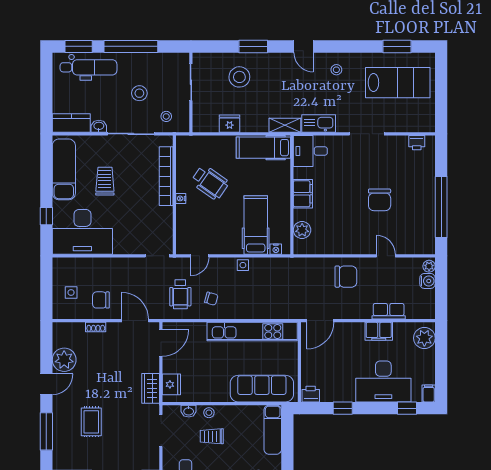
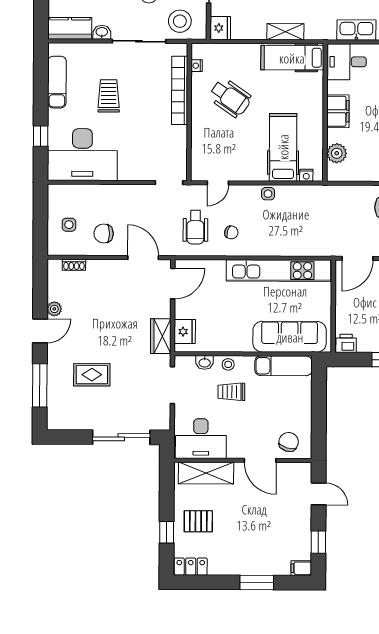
stool: (166, 116) -> (180, 21), width x1.89, depth x1.89
fridge: (230, 124) -> (220, 28), moved, turned 90
shelving: (285, 125) -> (285, 32), moved
exam couch: (64, 169) -> (57, 82), width x0.73, depth x0.69
nightstand: (181, 198) -> (197, 66), moved
shoe rack: (96, 327) -> (74, 265), moved
plant: (64, 360) -> (54, 309), width x0.53, depth x0.53
rug: (91, 422) -> (92, 375), turned 90
exam couch: (273, 430) -> (284, 366), moved, turned -90

